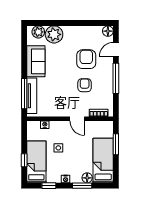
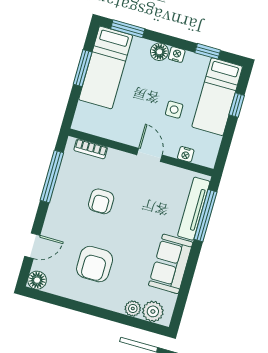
plant: (54, 34) -> (133, 308), width x0.53, depth x0.53
armchair: (86, 59) -> (95, 264), moved
window: (116, 78) -> (52, 177), moved
door: (77, 119) -> (149, 155), moved
window: (116, 144) -> (83, 68), moved
floor lamp: (87, 178) -> (159, 52), moved
window: (82, 186) -> (128, 29), moved

